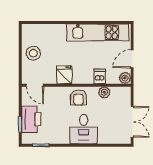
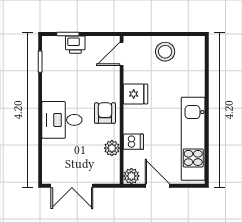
armchair: (79, 97) -> (105, 113), turned 90
printer: (31, 119) -> (75, 45), width x0.53, depth x0.68

